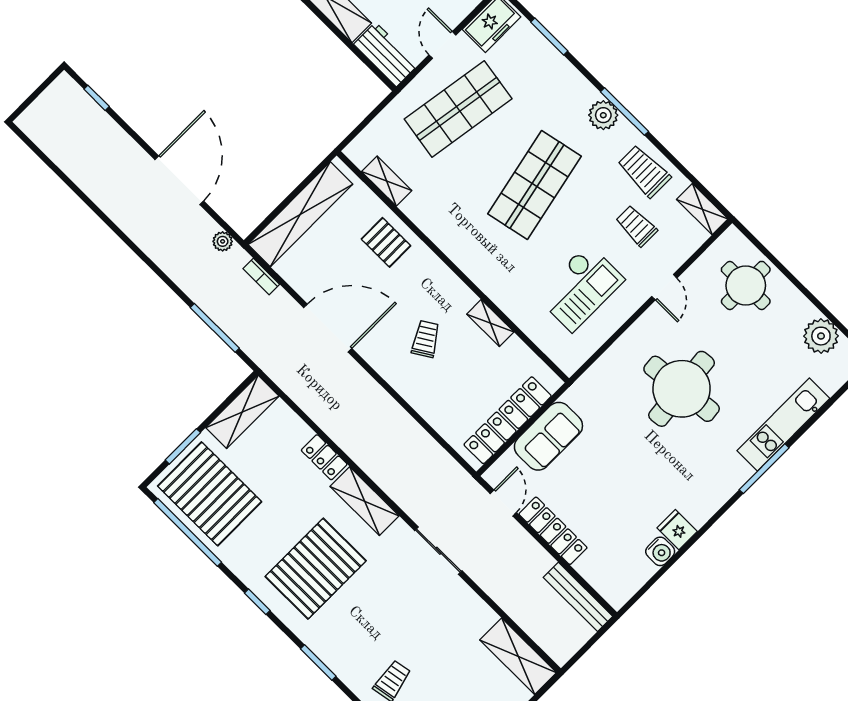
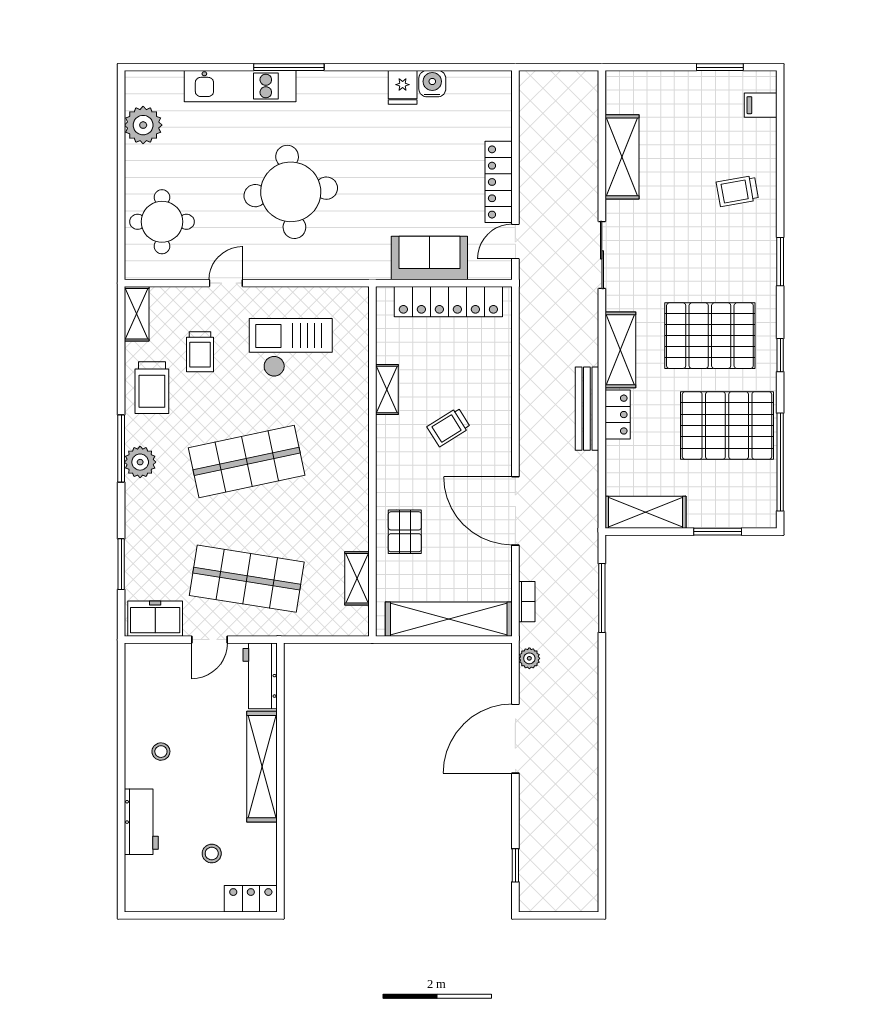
pallet: (210, 494) -> (727, 426), moved, turned 90
bench: (578, 597) -> (587, 409), moved
shelving: (518, 656) -> (622, 157), moved

